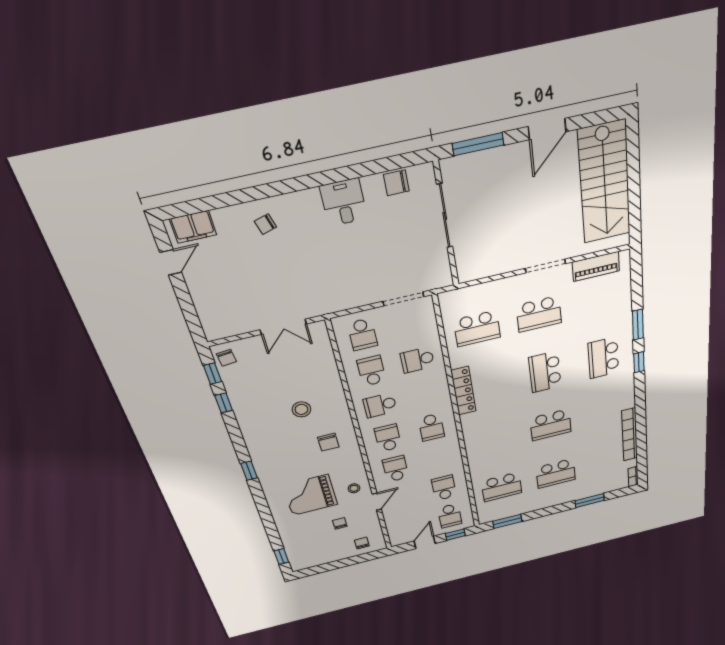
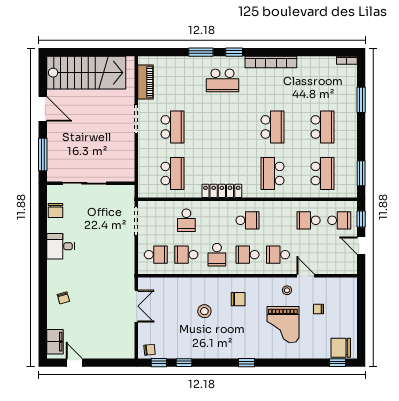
school desk: (545, 372) -> (273, 173), moved, turned 90
bookcase: (629, 435) -> (271, 62), moved
chair: (362, 543) -> (341, 348), moved, width x1.87, depth x1.87

